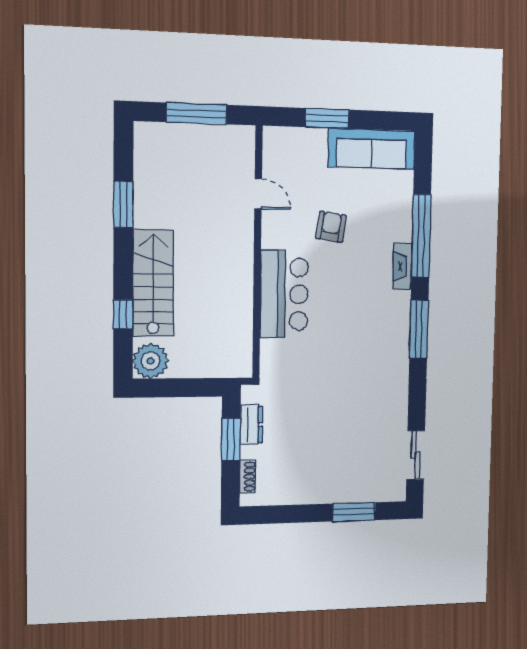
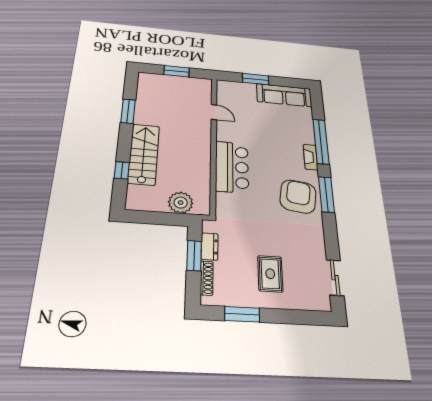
window: (197, 113) -> (177, 71), width x0.69
armchair: (331, 227) -> (298, 196), moved, width x1.88, depth x1.88
plant: (151, 361) -> (181, 203), moved
rug: (331, 457) -> (270, 274), added
shoe rack: (248, 477) -> (207, 278), width x1.43
window: (354, 512) -> (242, 314), moved

